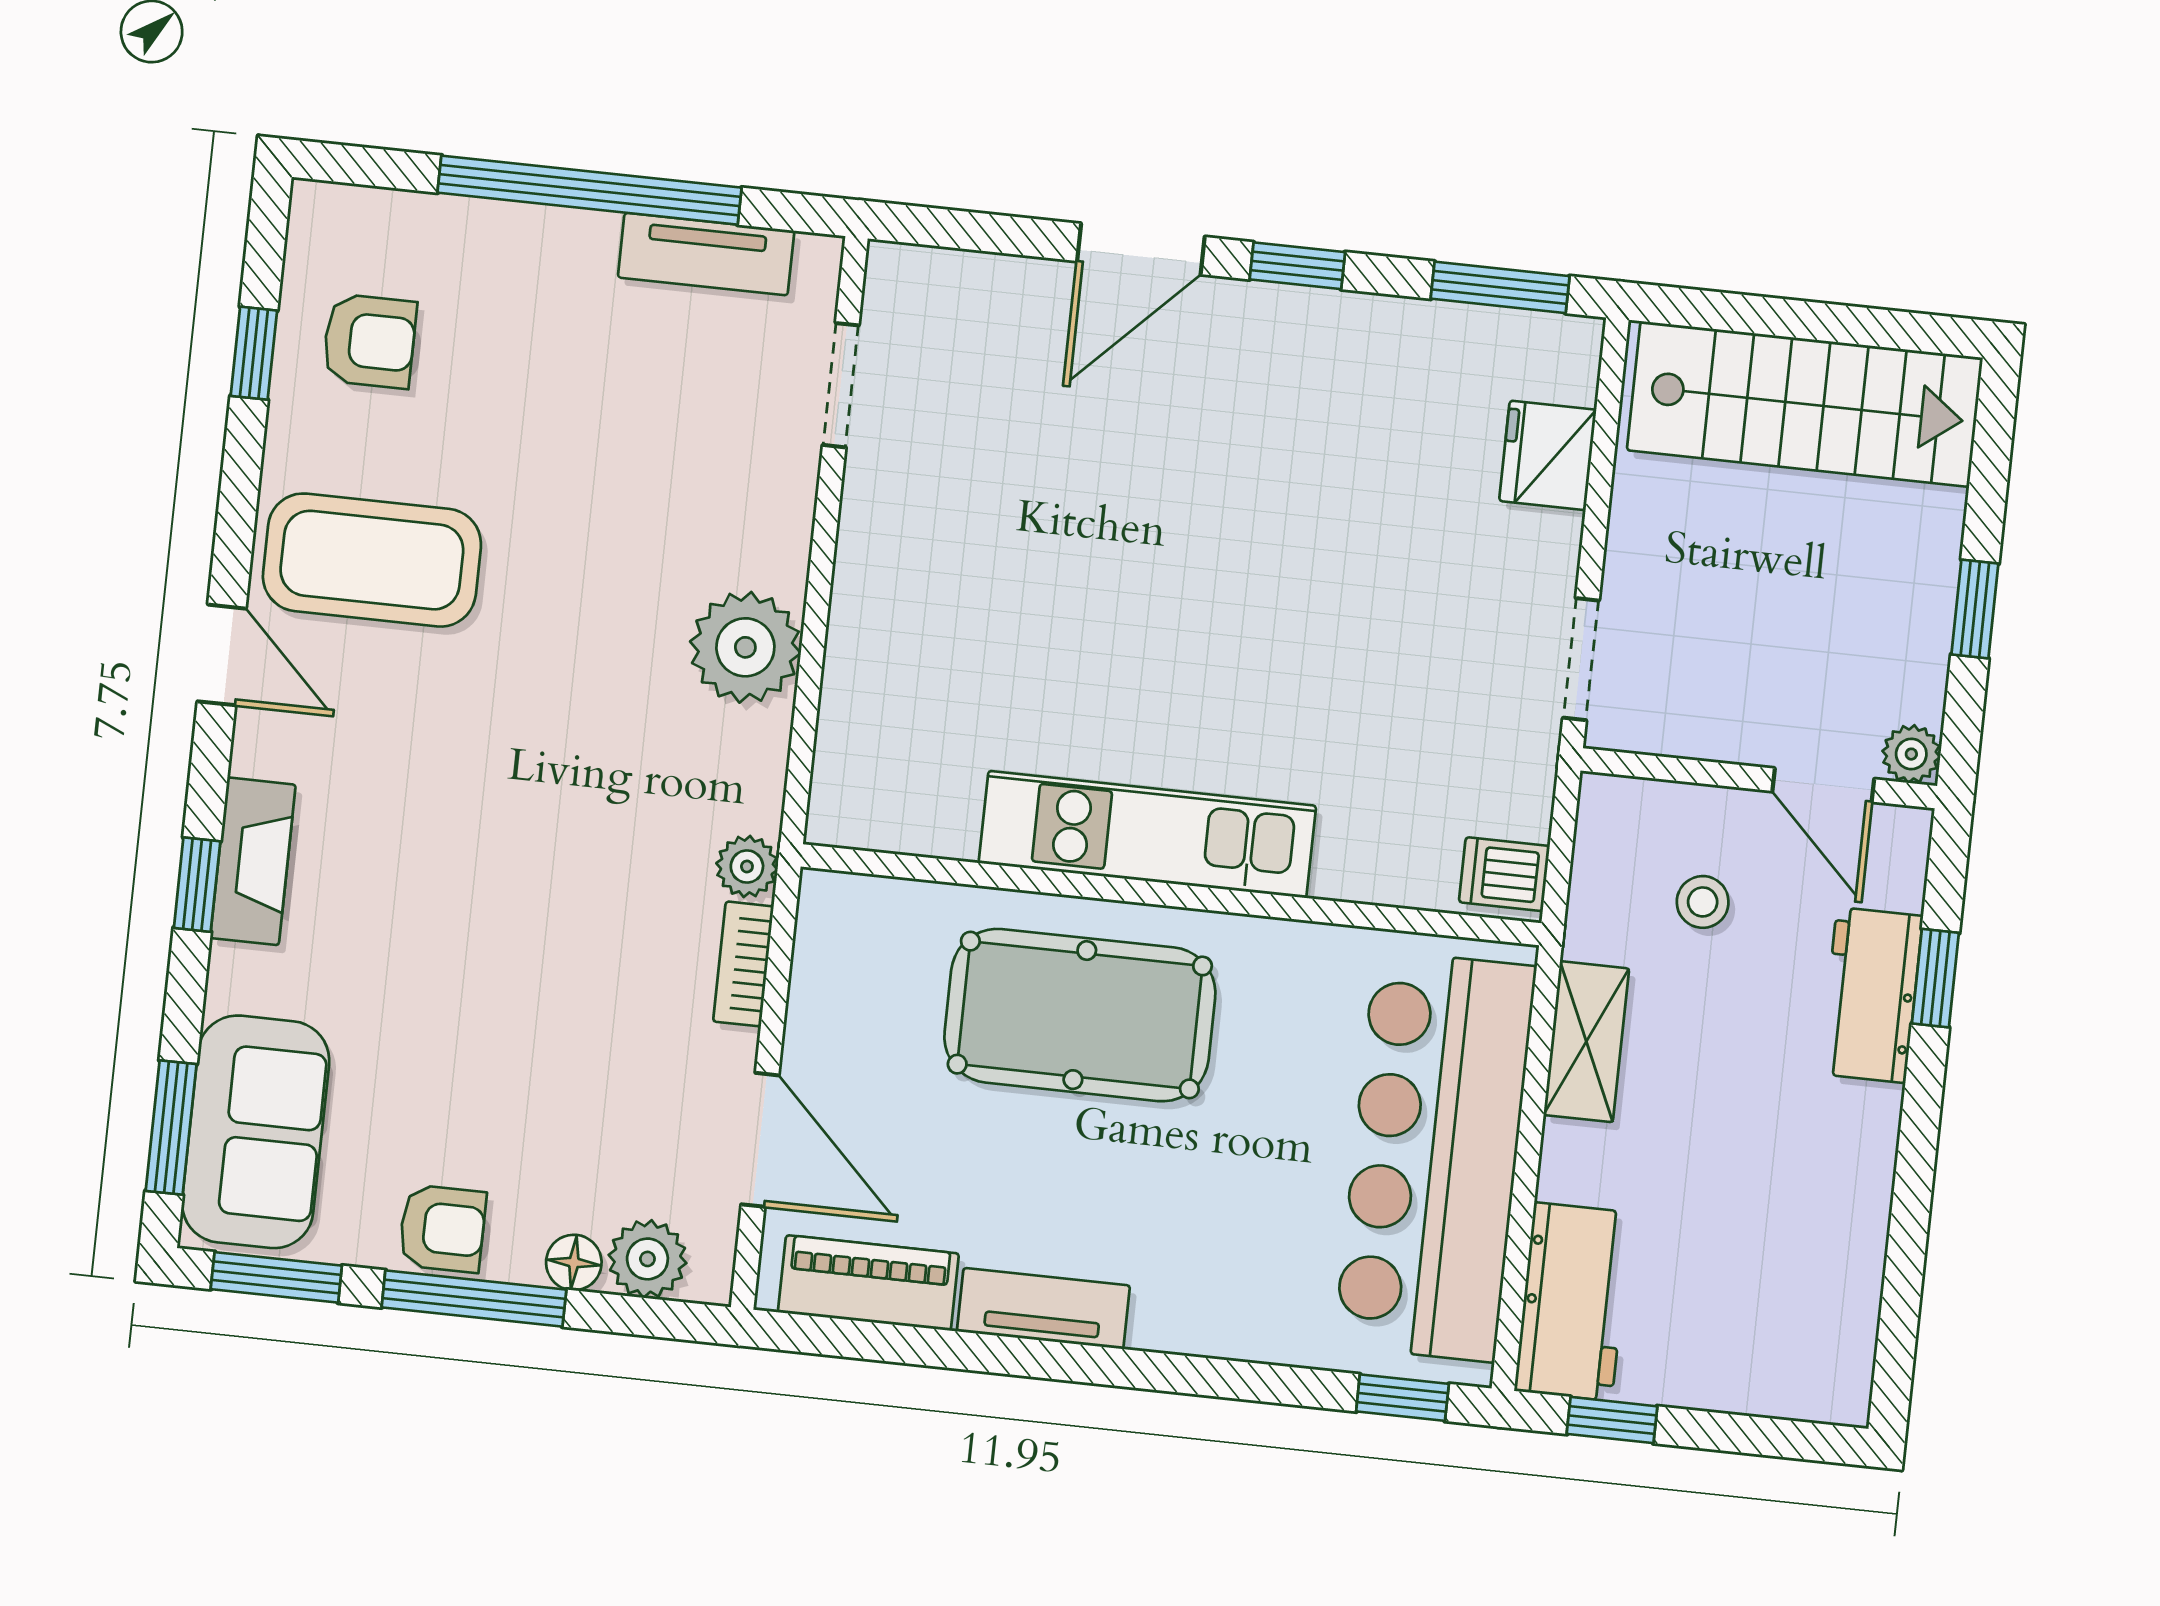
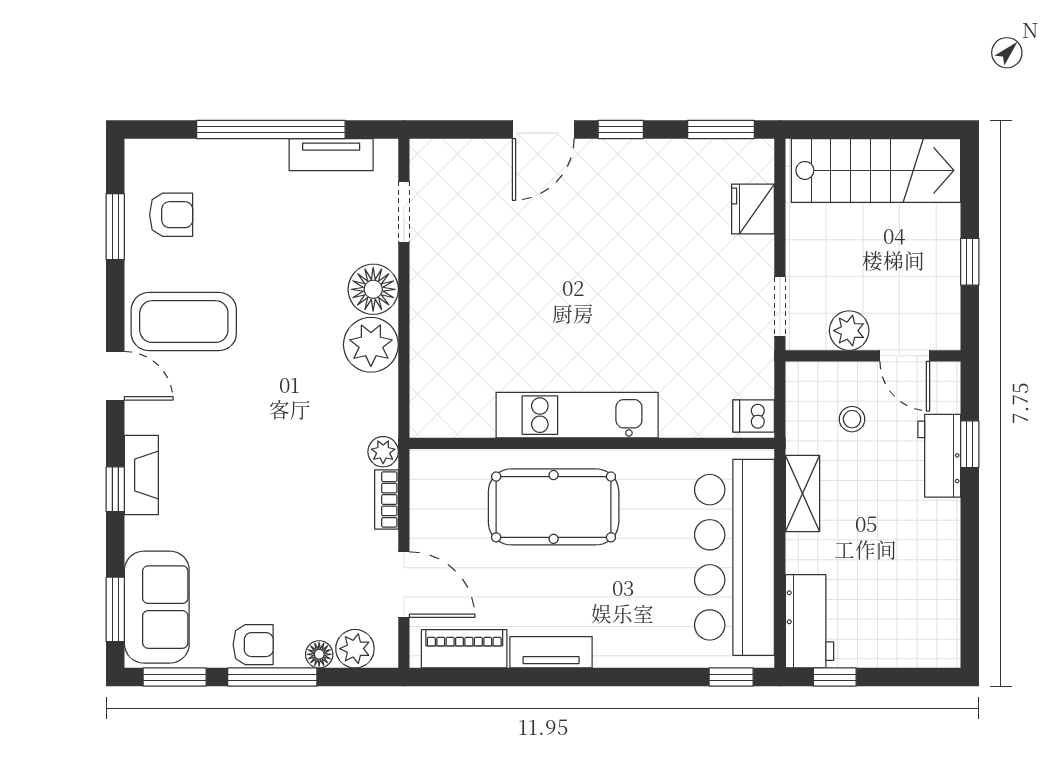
window: (254, 353) -> (115, 227), width x1.50
floor lamp: (762, 536) -> (373, 289), added
plant: (1911, 754) -> (849, 331), moved, width x1.38, depth x1.38

